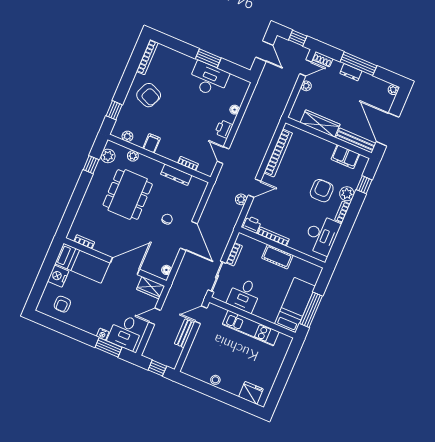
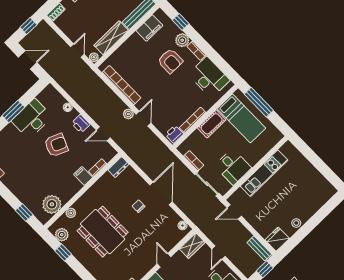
door: (306, 68) -> (77, 51), moved
plant: (306, 86) -> (94, 57), moved
armchair: (149, 95) -> (56, 145), moved
plant: (127, 136) -> (52, 204), width x1.88, depth x1.88
filing cabinet: (152, 143) -> (83, 176), moved
dresser: (176, 175) -> (118, 167), moved, width x0.70
armchair: (322, 191) -> (170, 61), turned 180
plant: (241, 199) -> (128, 114), moved
door: (189, 236) -> (161, 193), hinge flipped
door: (125, 266) -> (164, 260), width x0.53
bed: (295, 305) -> (241, 118), moved, turned 180
window: (311, 310) -> (259, 102), moved
door: (201, 315) -> (234, 212), hinge flipped
bench: (184, 333) -> (259, 248), moved
fridge: (251, 393) -> (277, 239), moved

